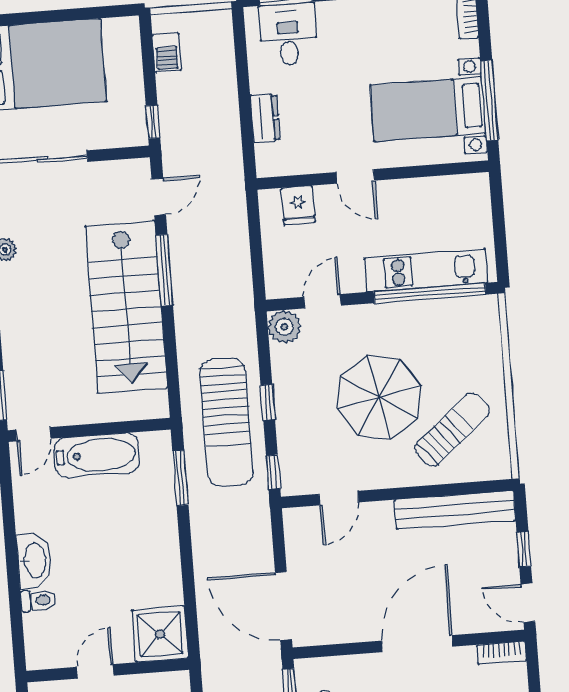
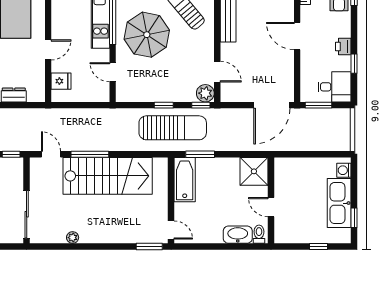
plant: (284, 327) -> (205, 93), moved
parasol: (379, 397) -> (147, 35), moved
bathtub: (97, 455) -> (185, 180), moved
shower: (160, 634) -> (254, 171), moved
door: (417, 644) -> (297, 36), width x0.73
wall: (108, 670) -> (271, 200), moved
door: (95, 671) -> (271, 207), moved

